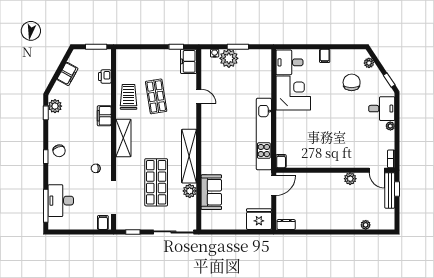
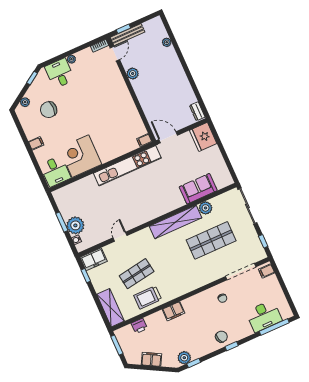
shelving: (123, 138) -> (110, 308), moved, turned 90

